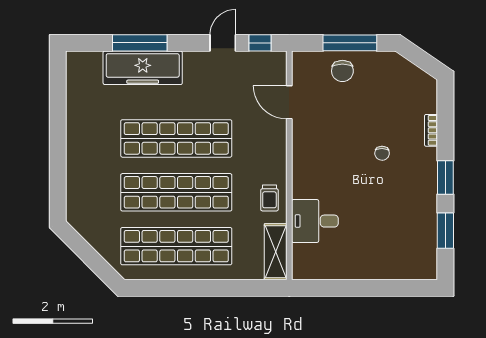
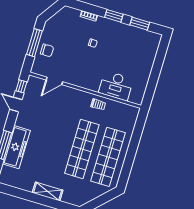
shop shelf: (176, 138) -> (56, 141), removed
desk: (315, 221) -> (116, 86), width x1.37
shelving: (276, 252) -> (48, 191), moved

